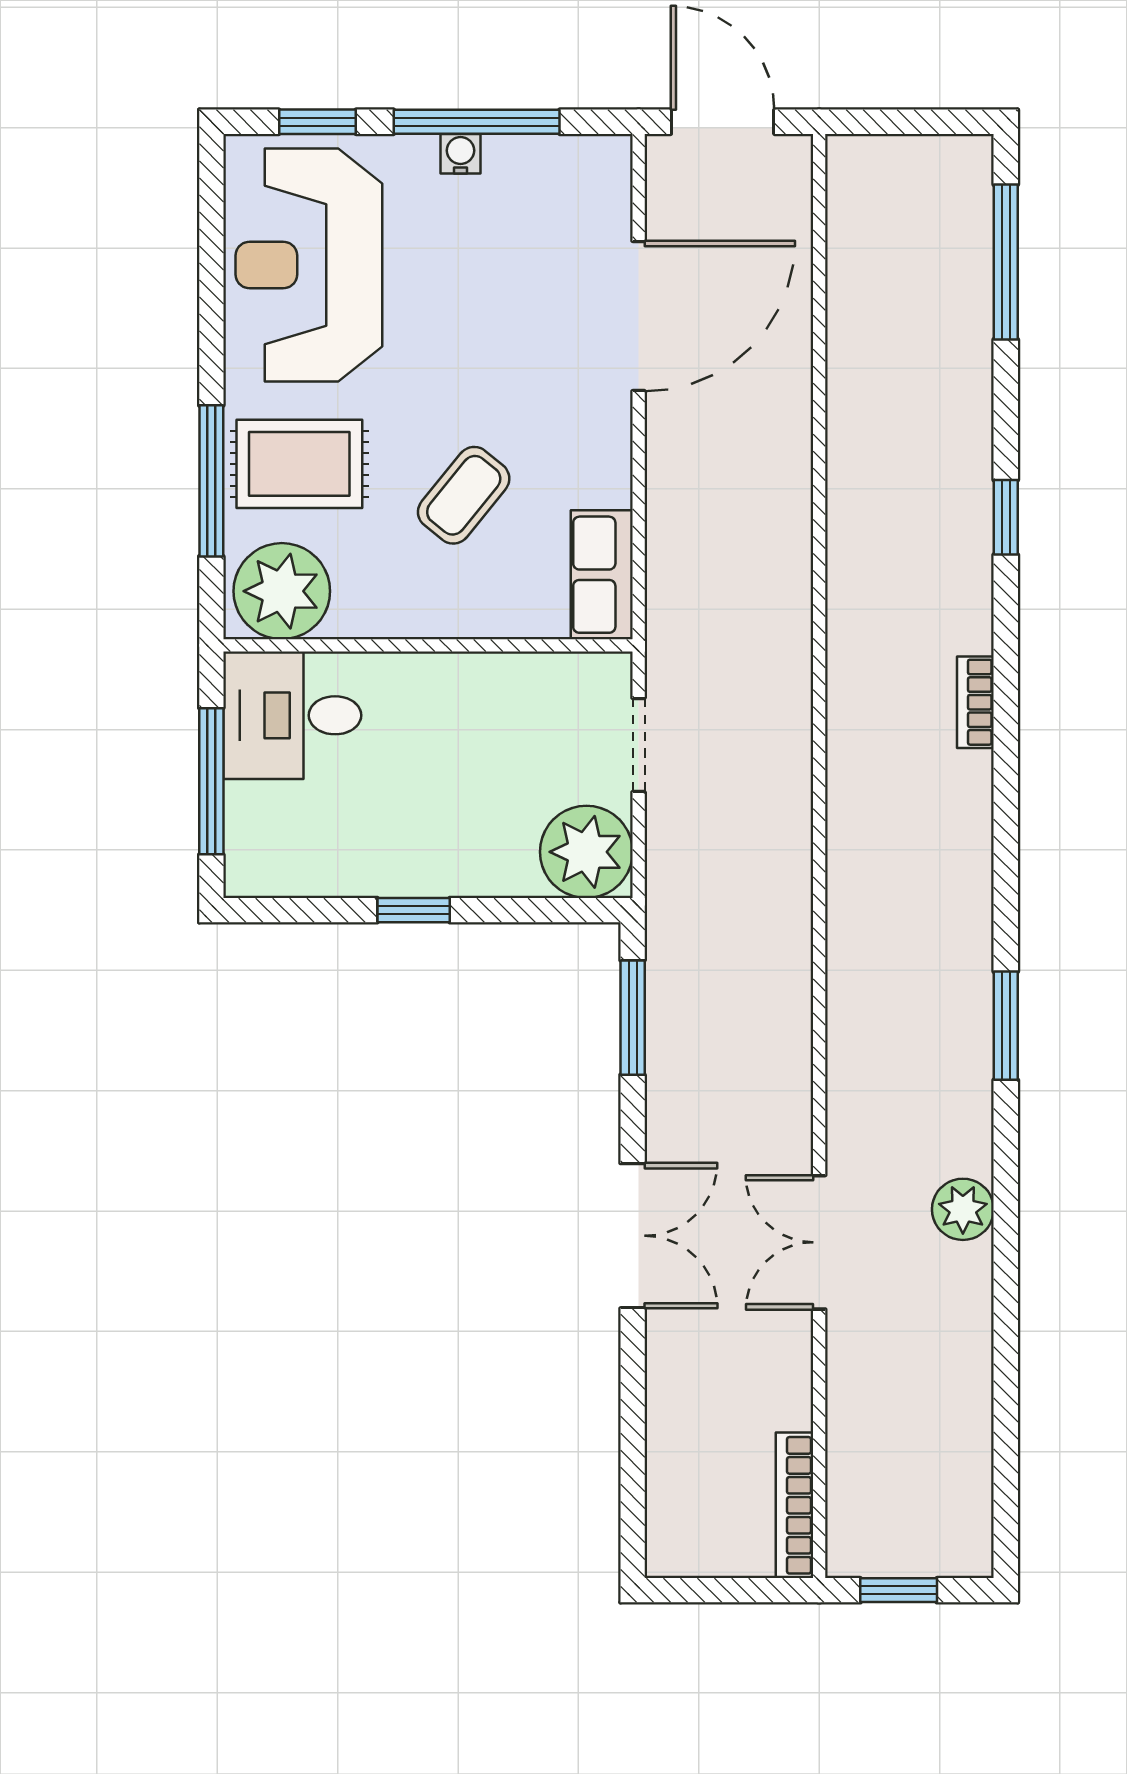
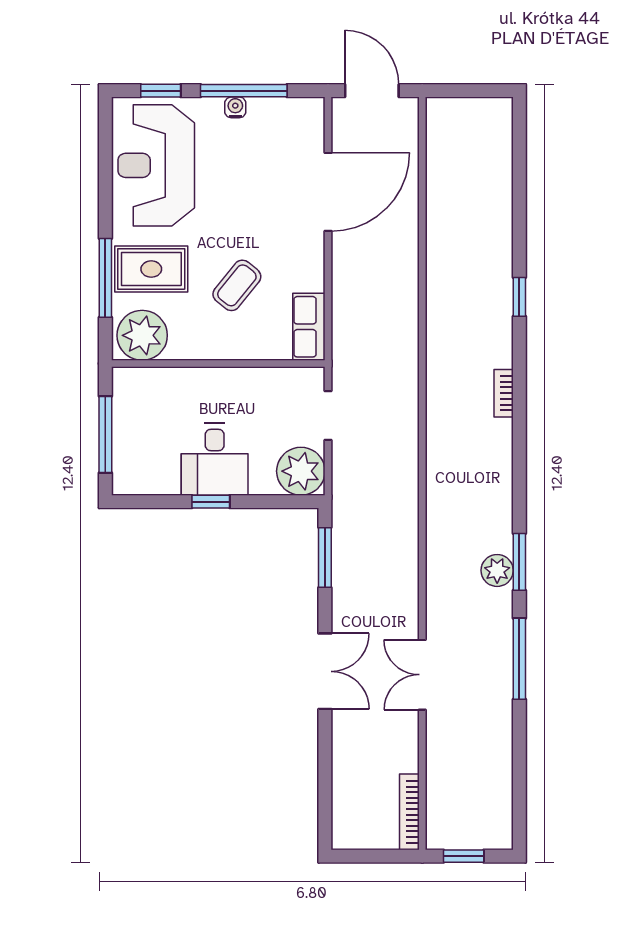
window: (1006, 262) -> (519, 659), moved
desk: (292, 715) -> (215, 459), moved, turned -90
plant: (963, 1209) -> (497, 570), moved

